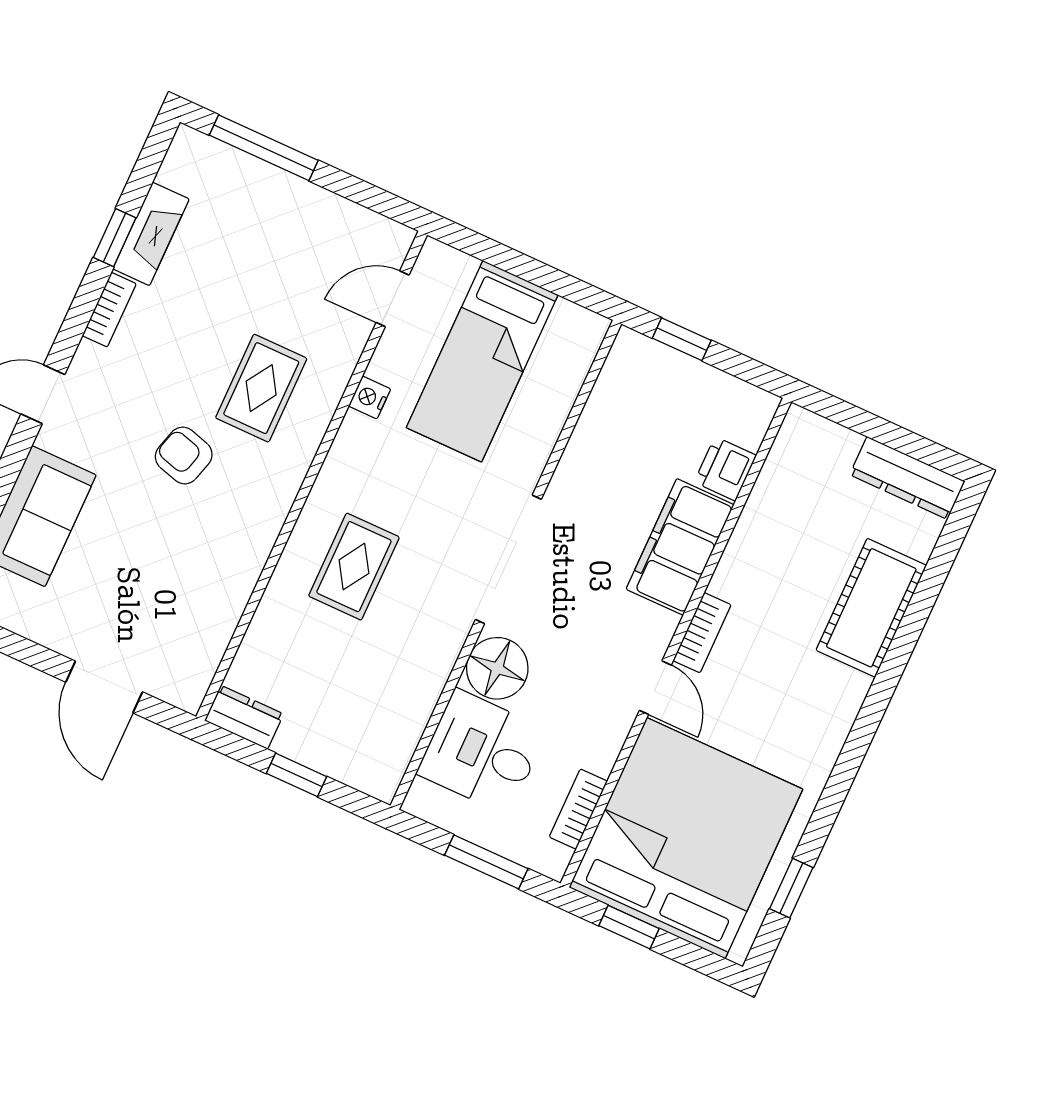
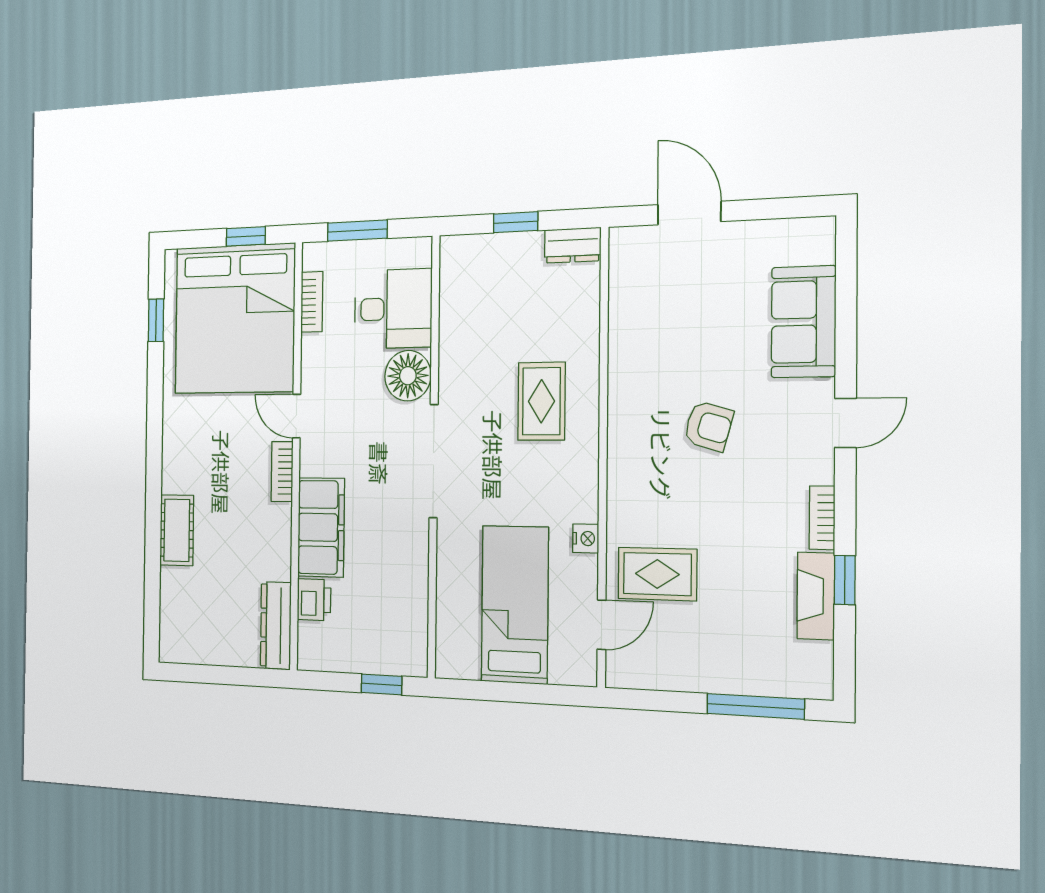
rug: (261, 388) -> (657, 574), moved, turned 90
dresser: (907, 478) -> (276, 625), moved, turned -90
cot: (871, 608) -> (177, 530), width x0.73, depth x0.75

